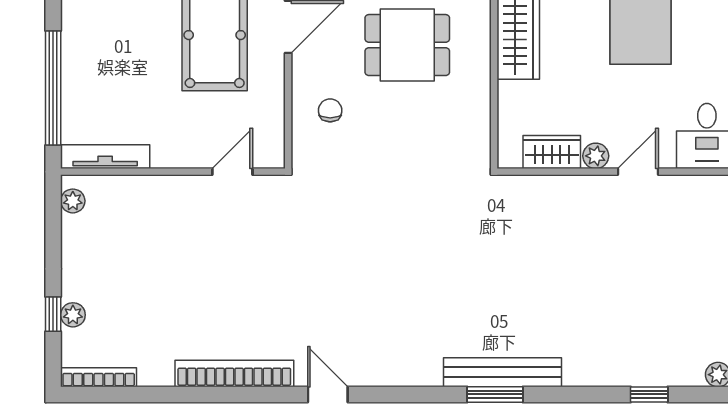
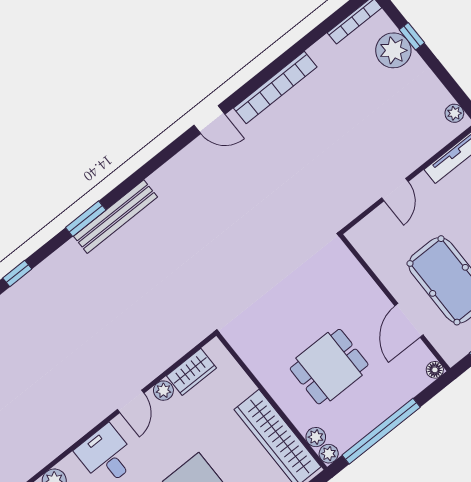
chair: (330, 110) -> (344, 291), removed
door: (232, 172) -> (395, 190), moved
plant: (73, 315) -> (393, 50), width x1.88, depth x1.88
window: (495, 394) -> (86, 219), moved

